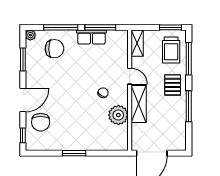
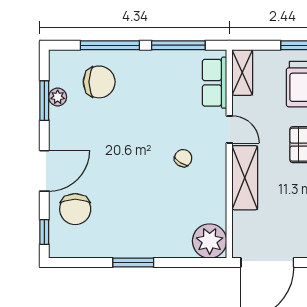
plant: (30, 35) -> (58, 97), moved
row of seats: (91, 37) -> (215, 83), moved, turned 90
plant: (118, 115) -> (210, 241), moved

